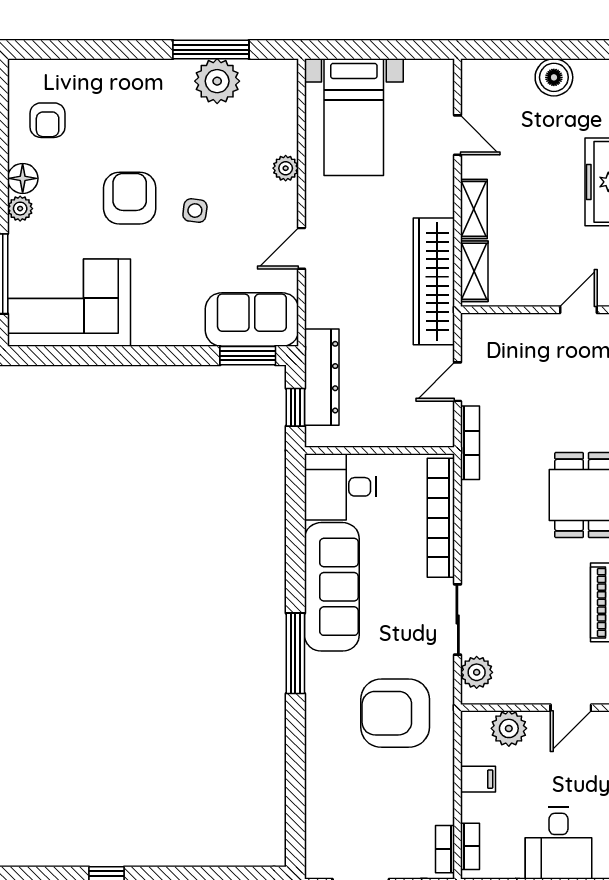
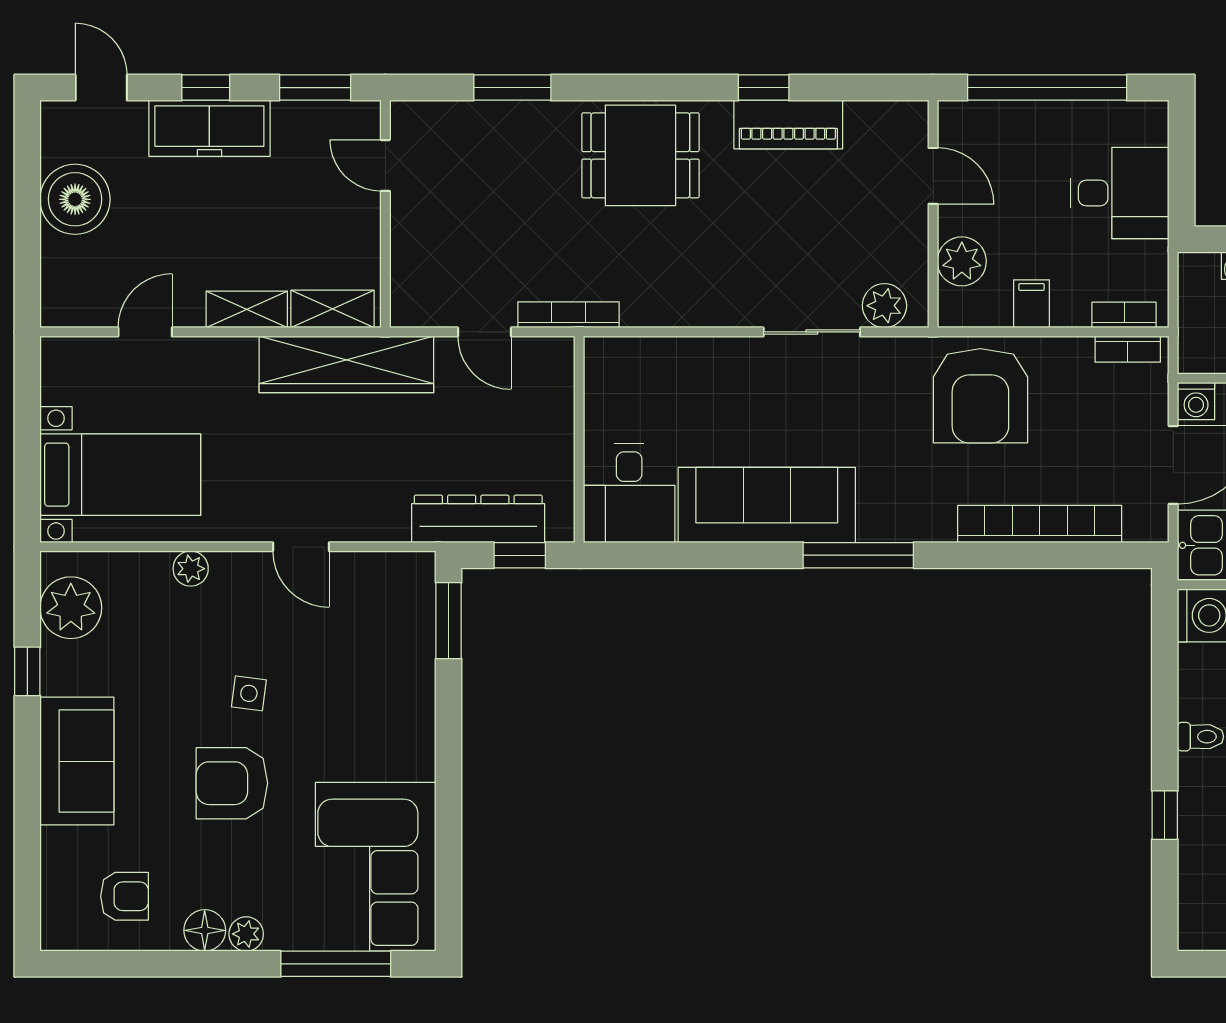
window: (211, 50) -> (27, 671), width x0.46
boiler: (554, 77) -> (75, 199), width x1.37, depth x1.37
plant: (217, 81) -> (71, 608), moved
sofa: (252, 320) -> (77, 761), moved, turned 180
bookcase: (441, 518) -> (1040, 524), moved, turned 180
armchair: (395, 713) -> (980, 396), moved

